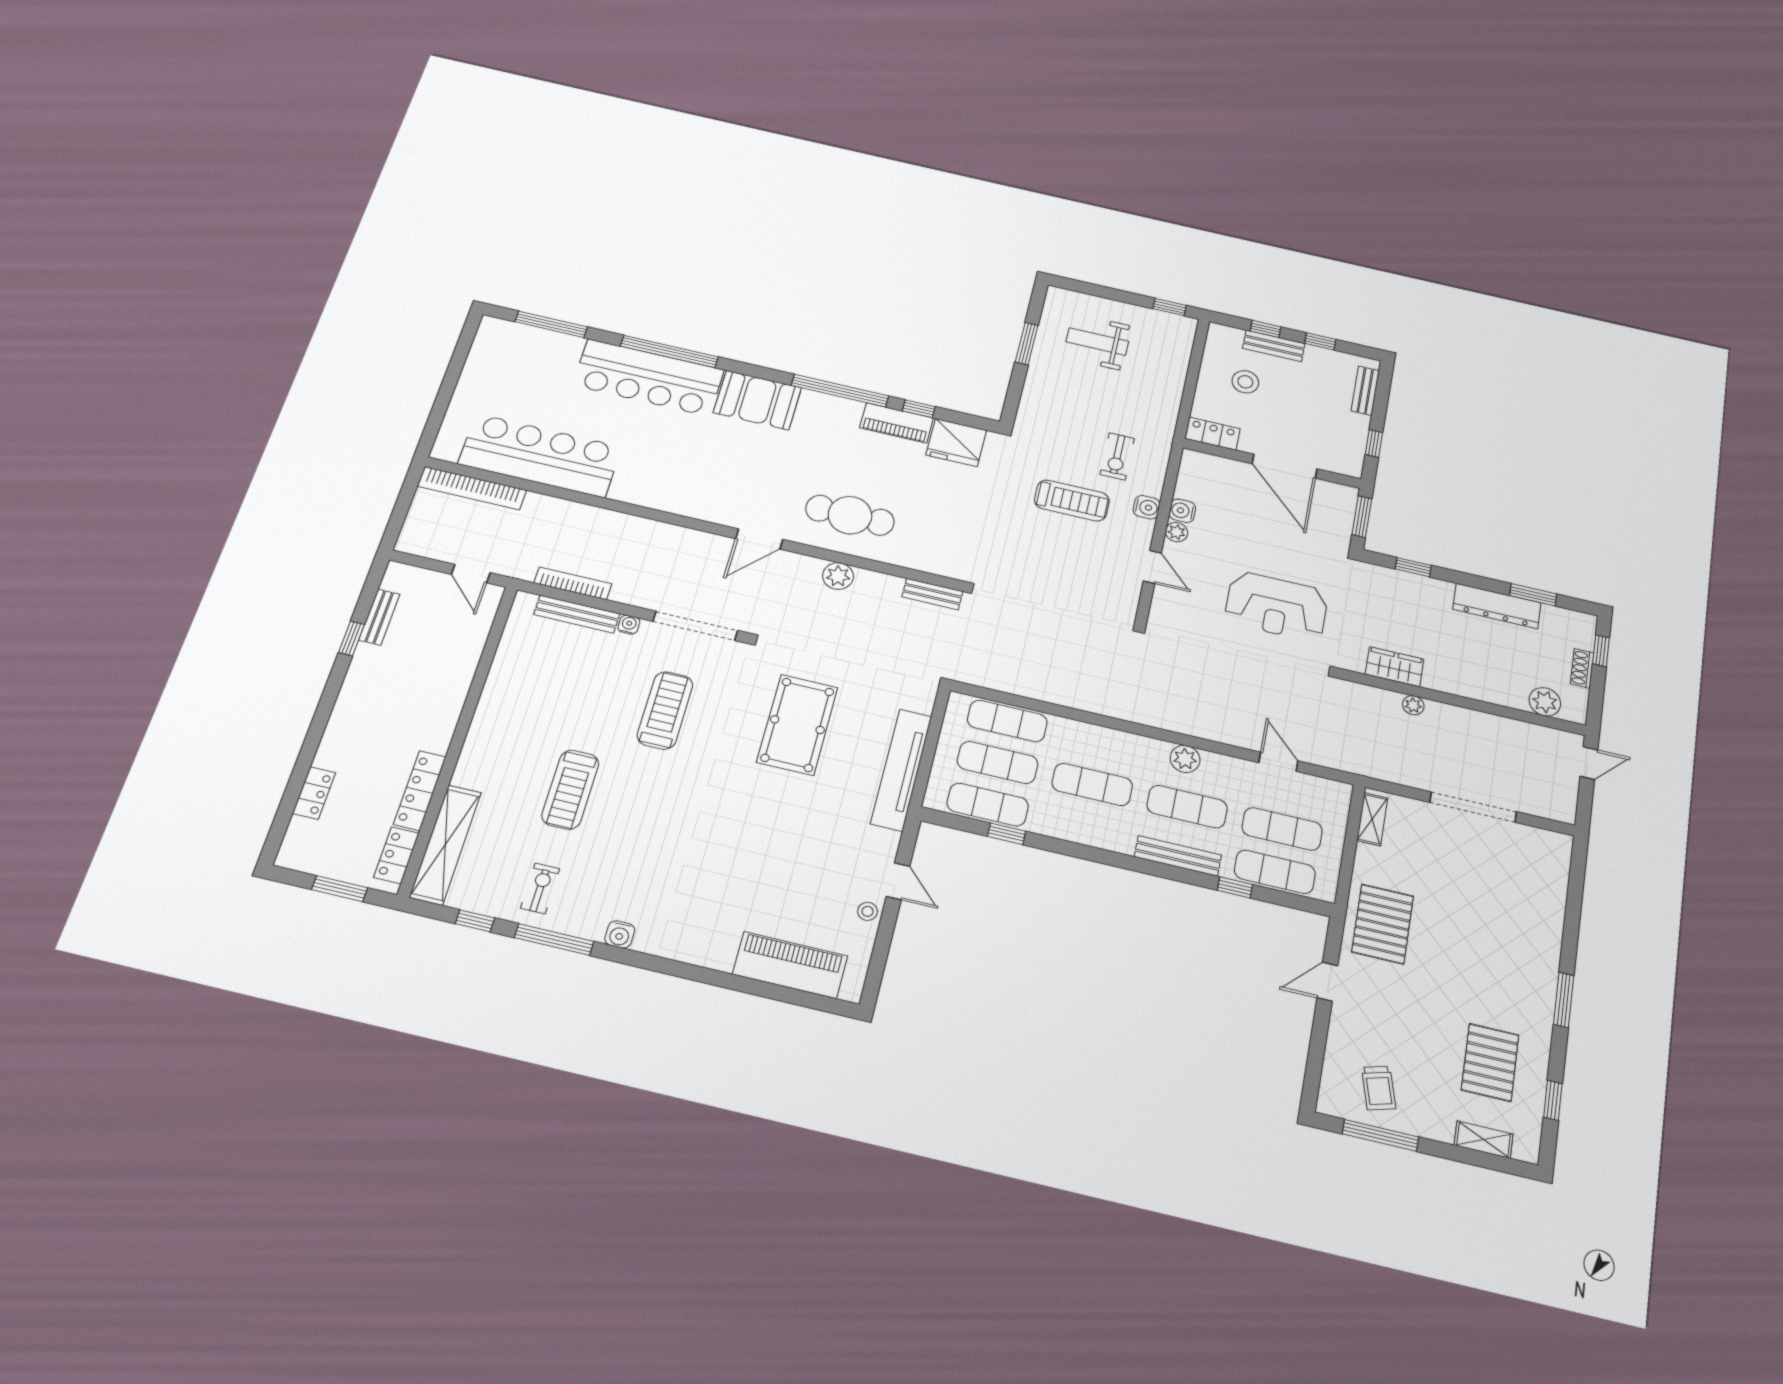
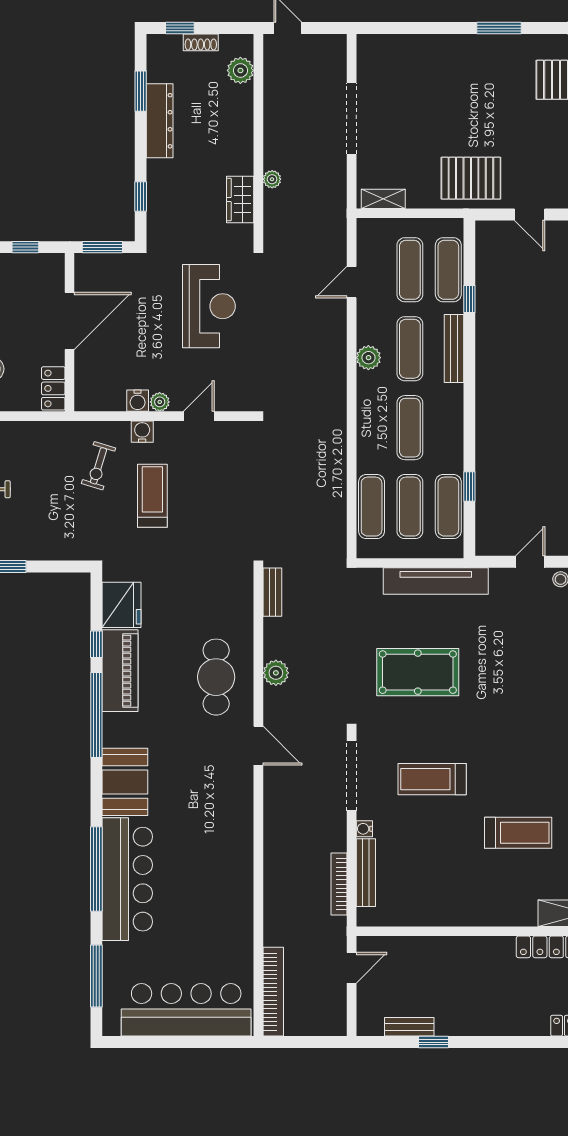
piano: (897, 423) -> (120, 671), width x1.37, depth x1.33
bar counter: (540, 455) -> (186, 1010), moved, turned 90
exercise bike: (1117, 456) -> (98, 466), turned 107

